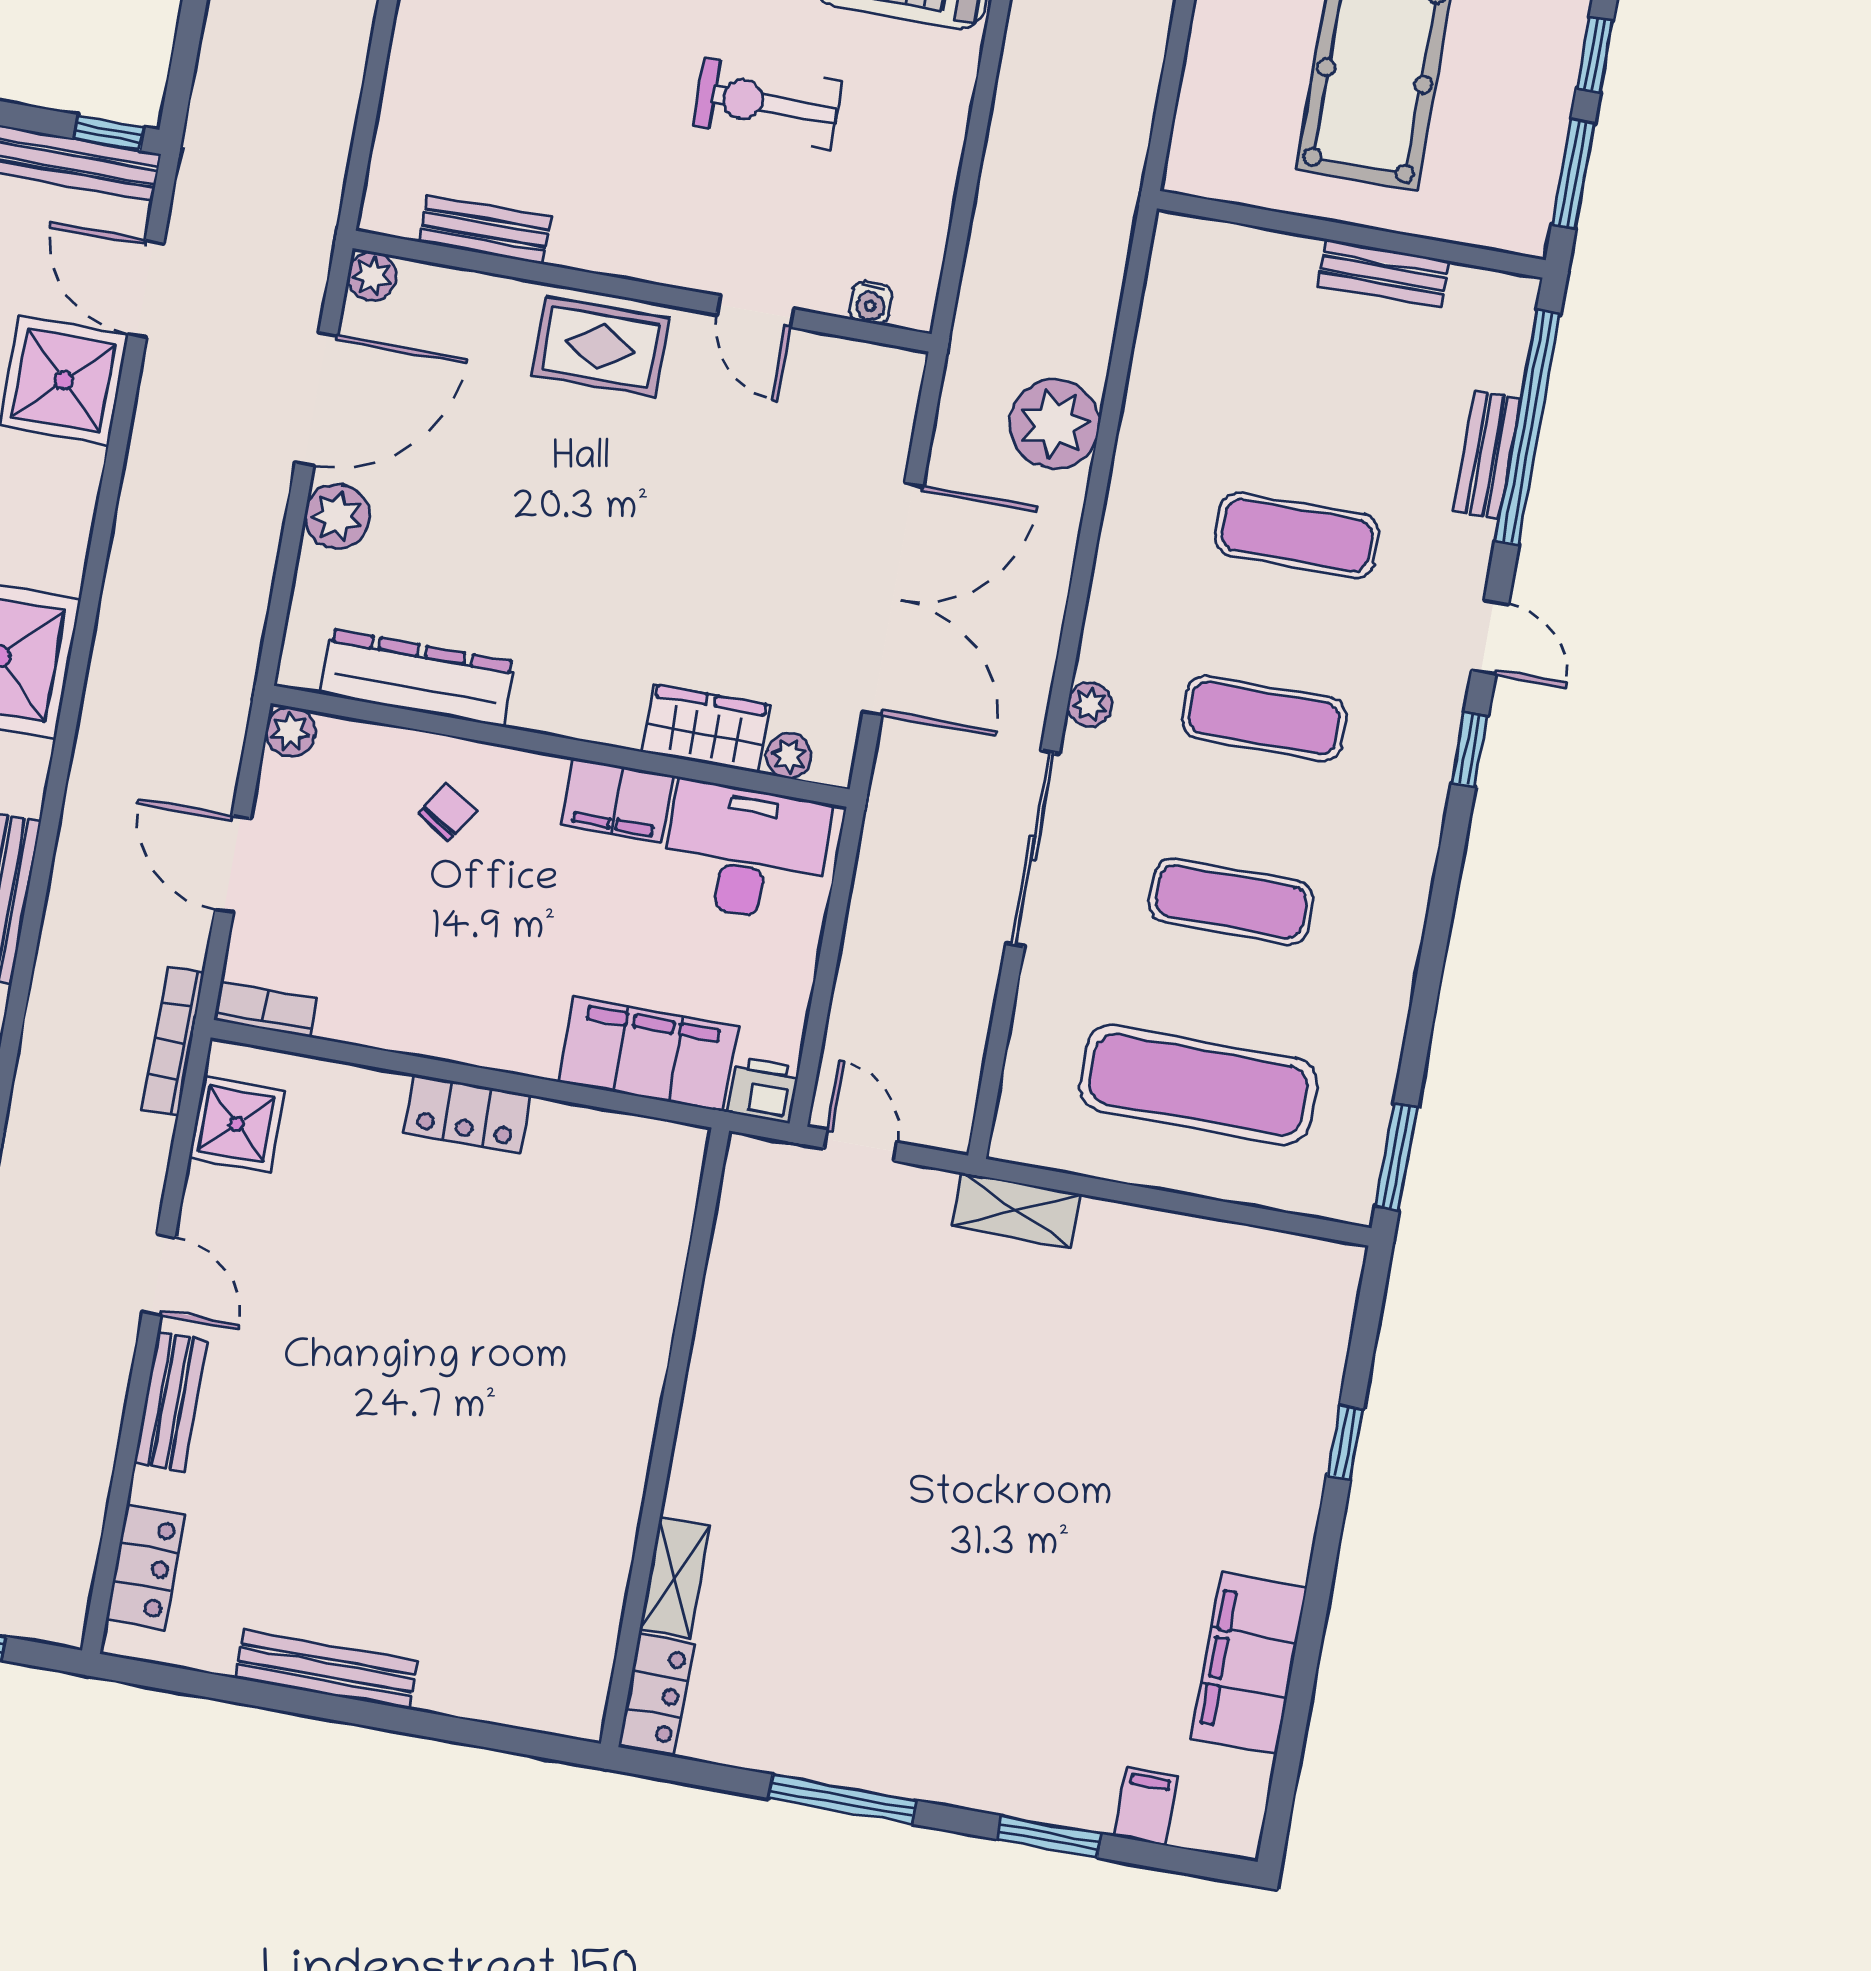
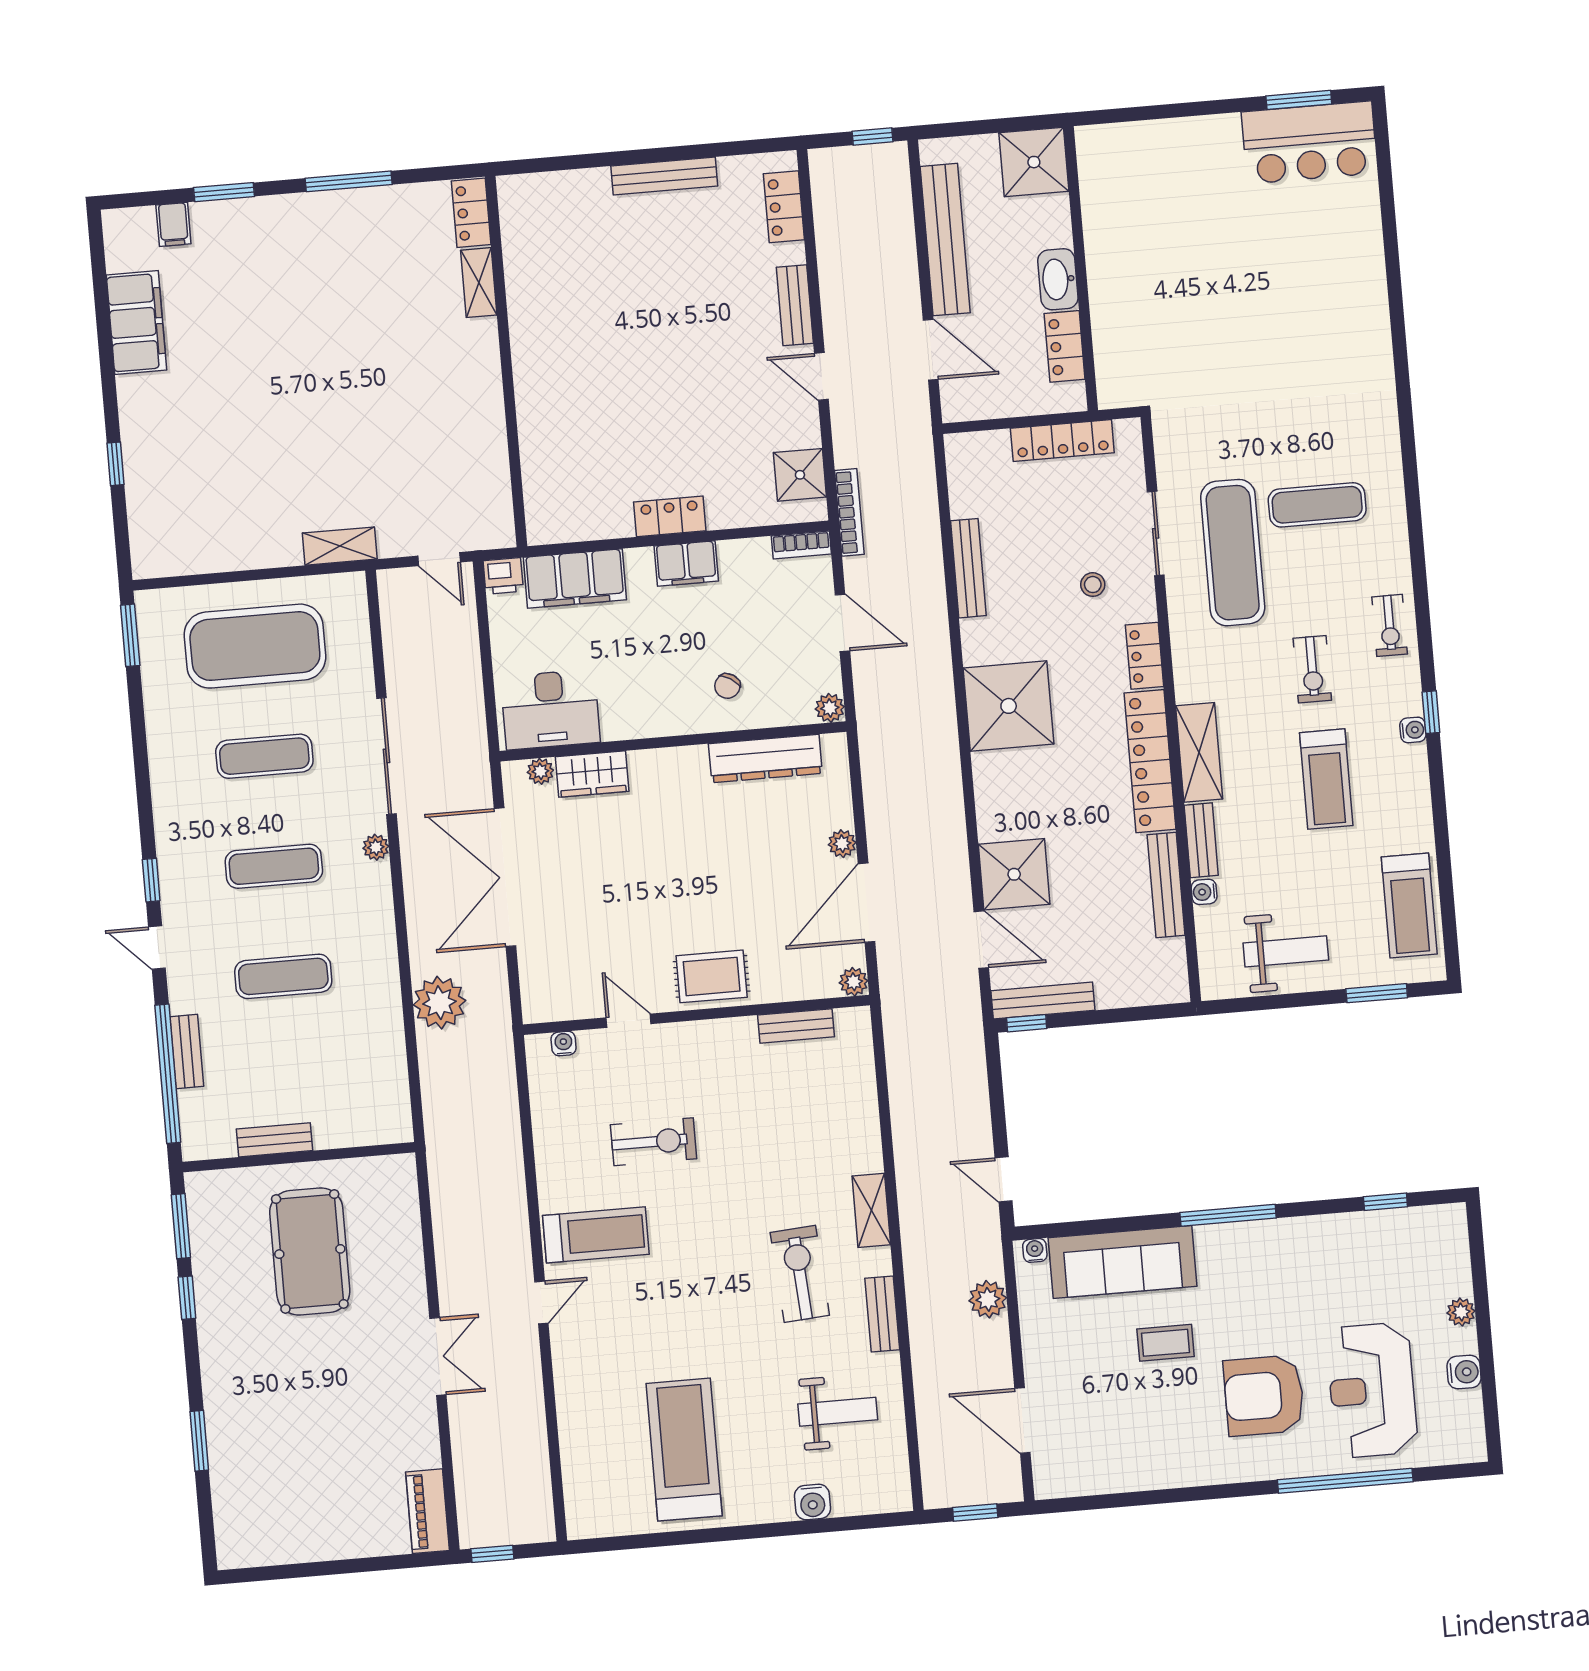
plant: (337, 516) -> (842, 844), width x0.73, depth x0.73
filing cabinet: (617, 800) -> (686, 564), moved, turned 180
exercise mat: (1198, 1085) -> (255, 646), width x1.47

